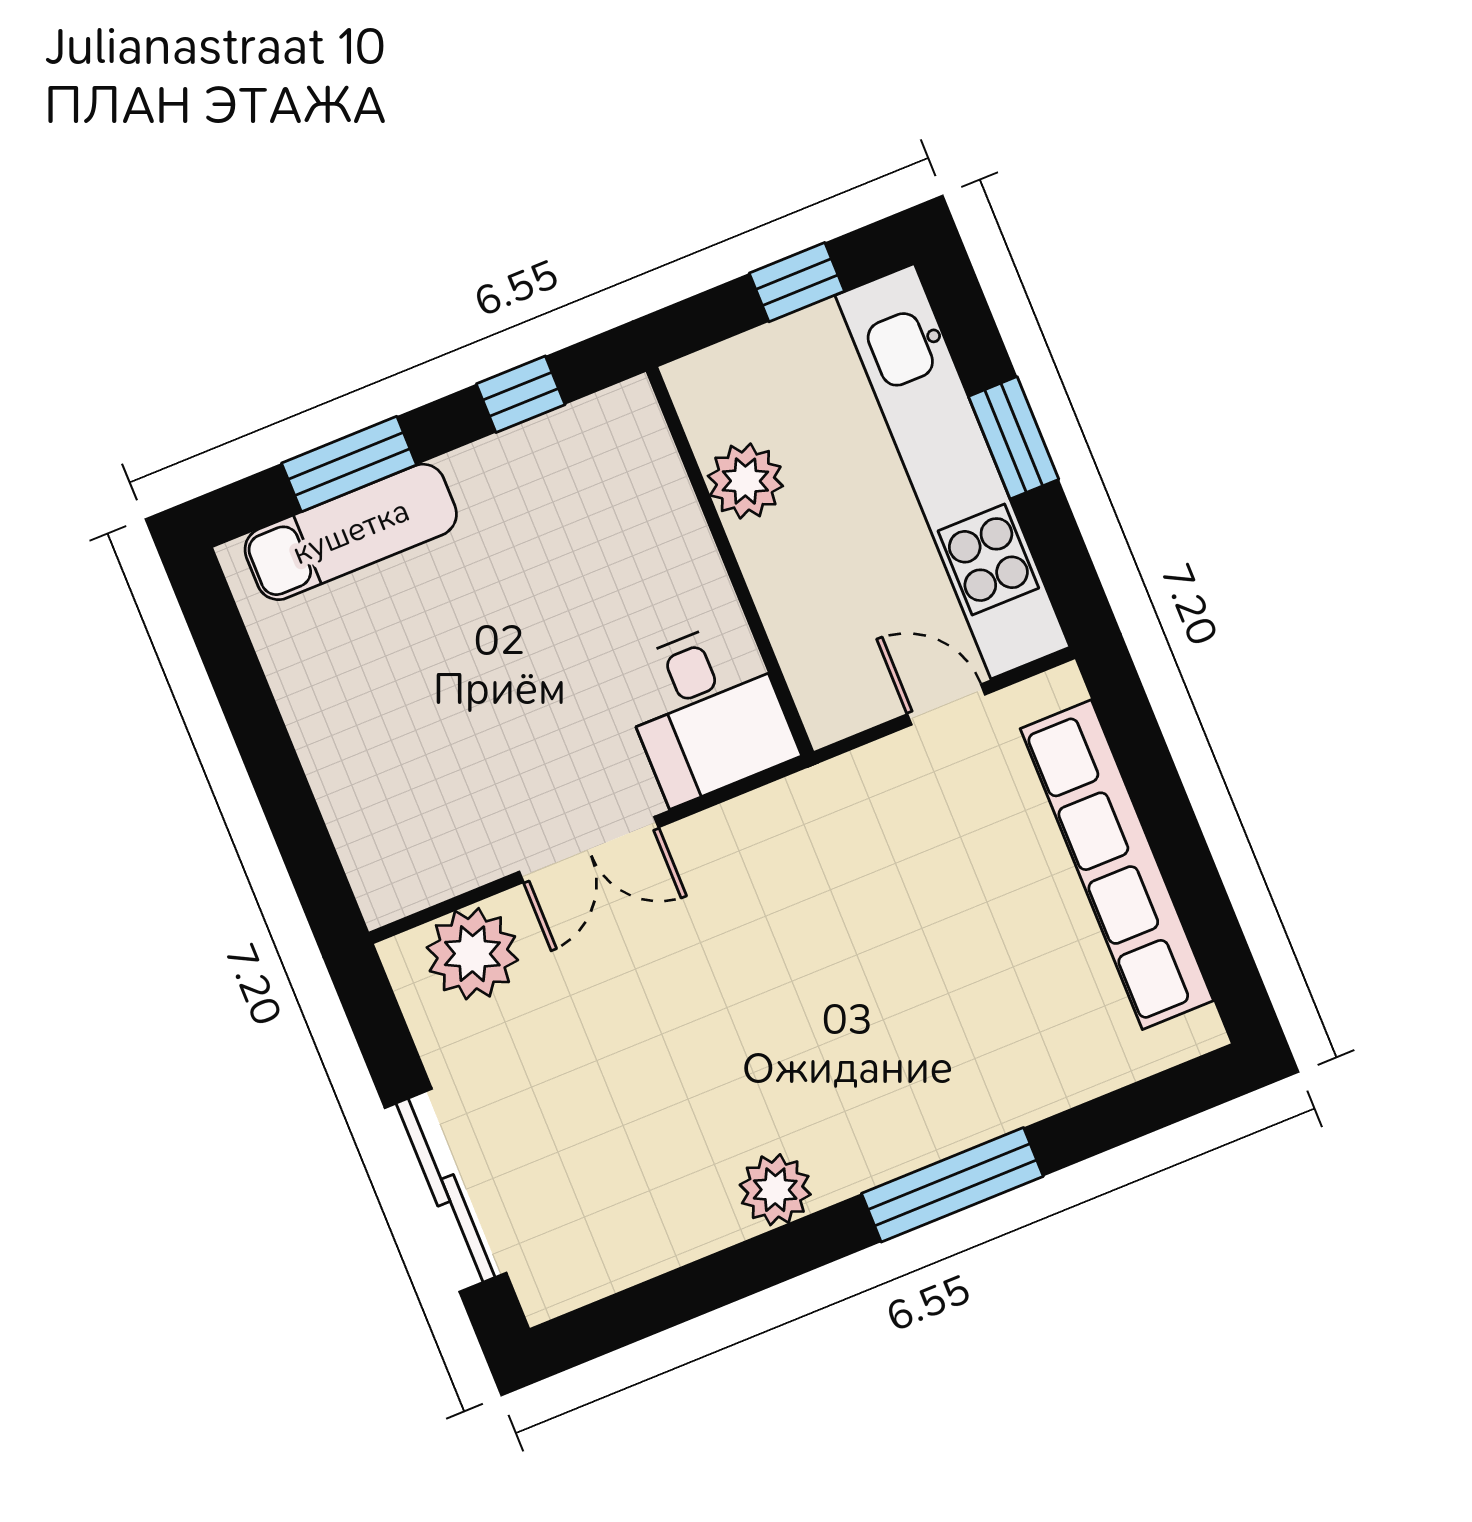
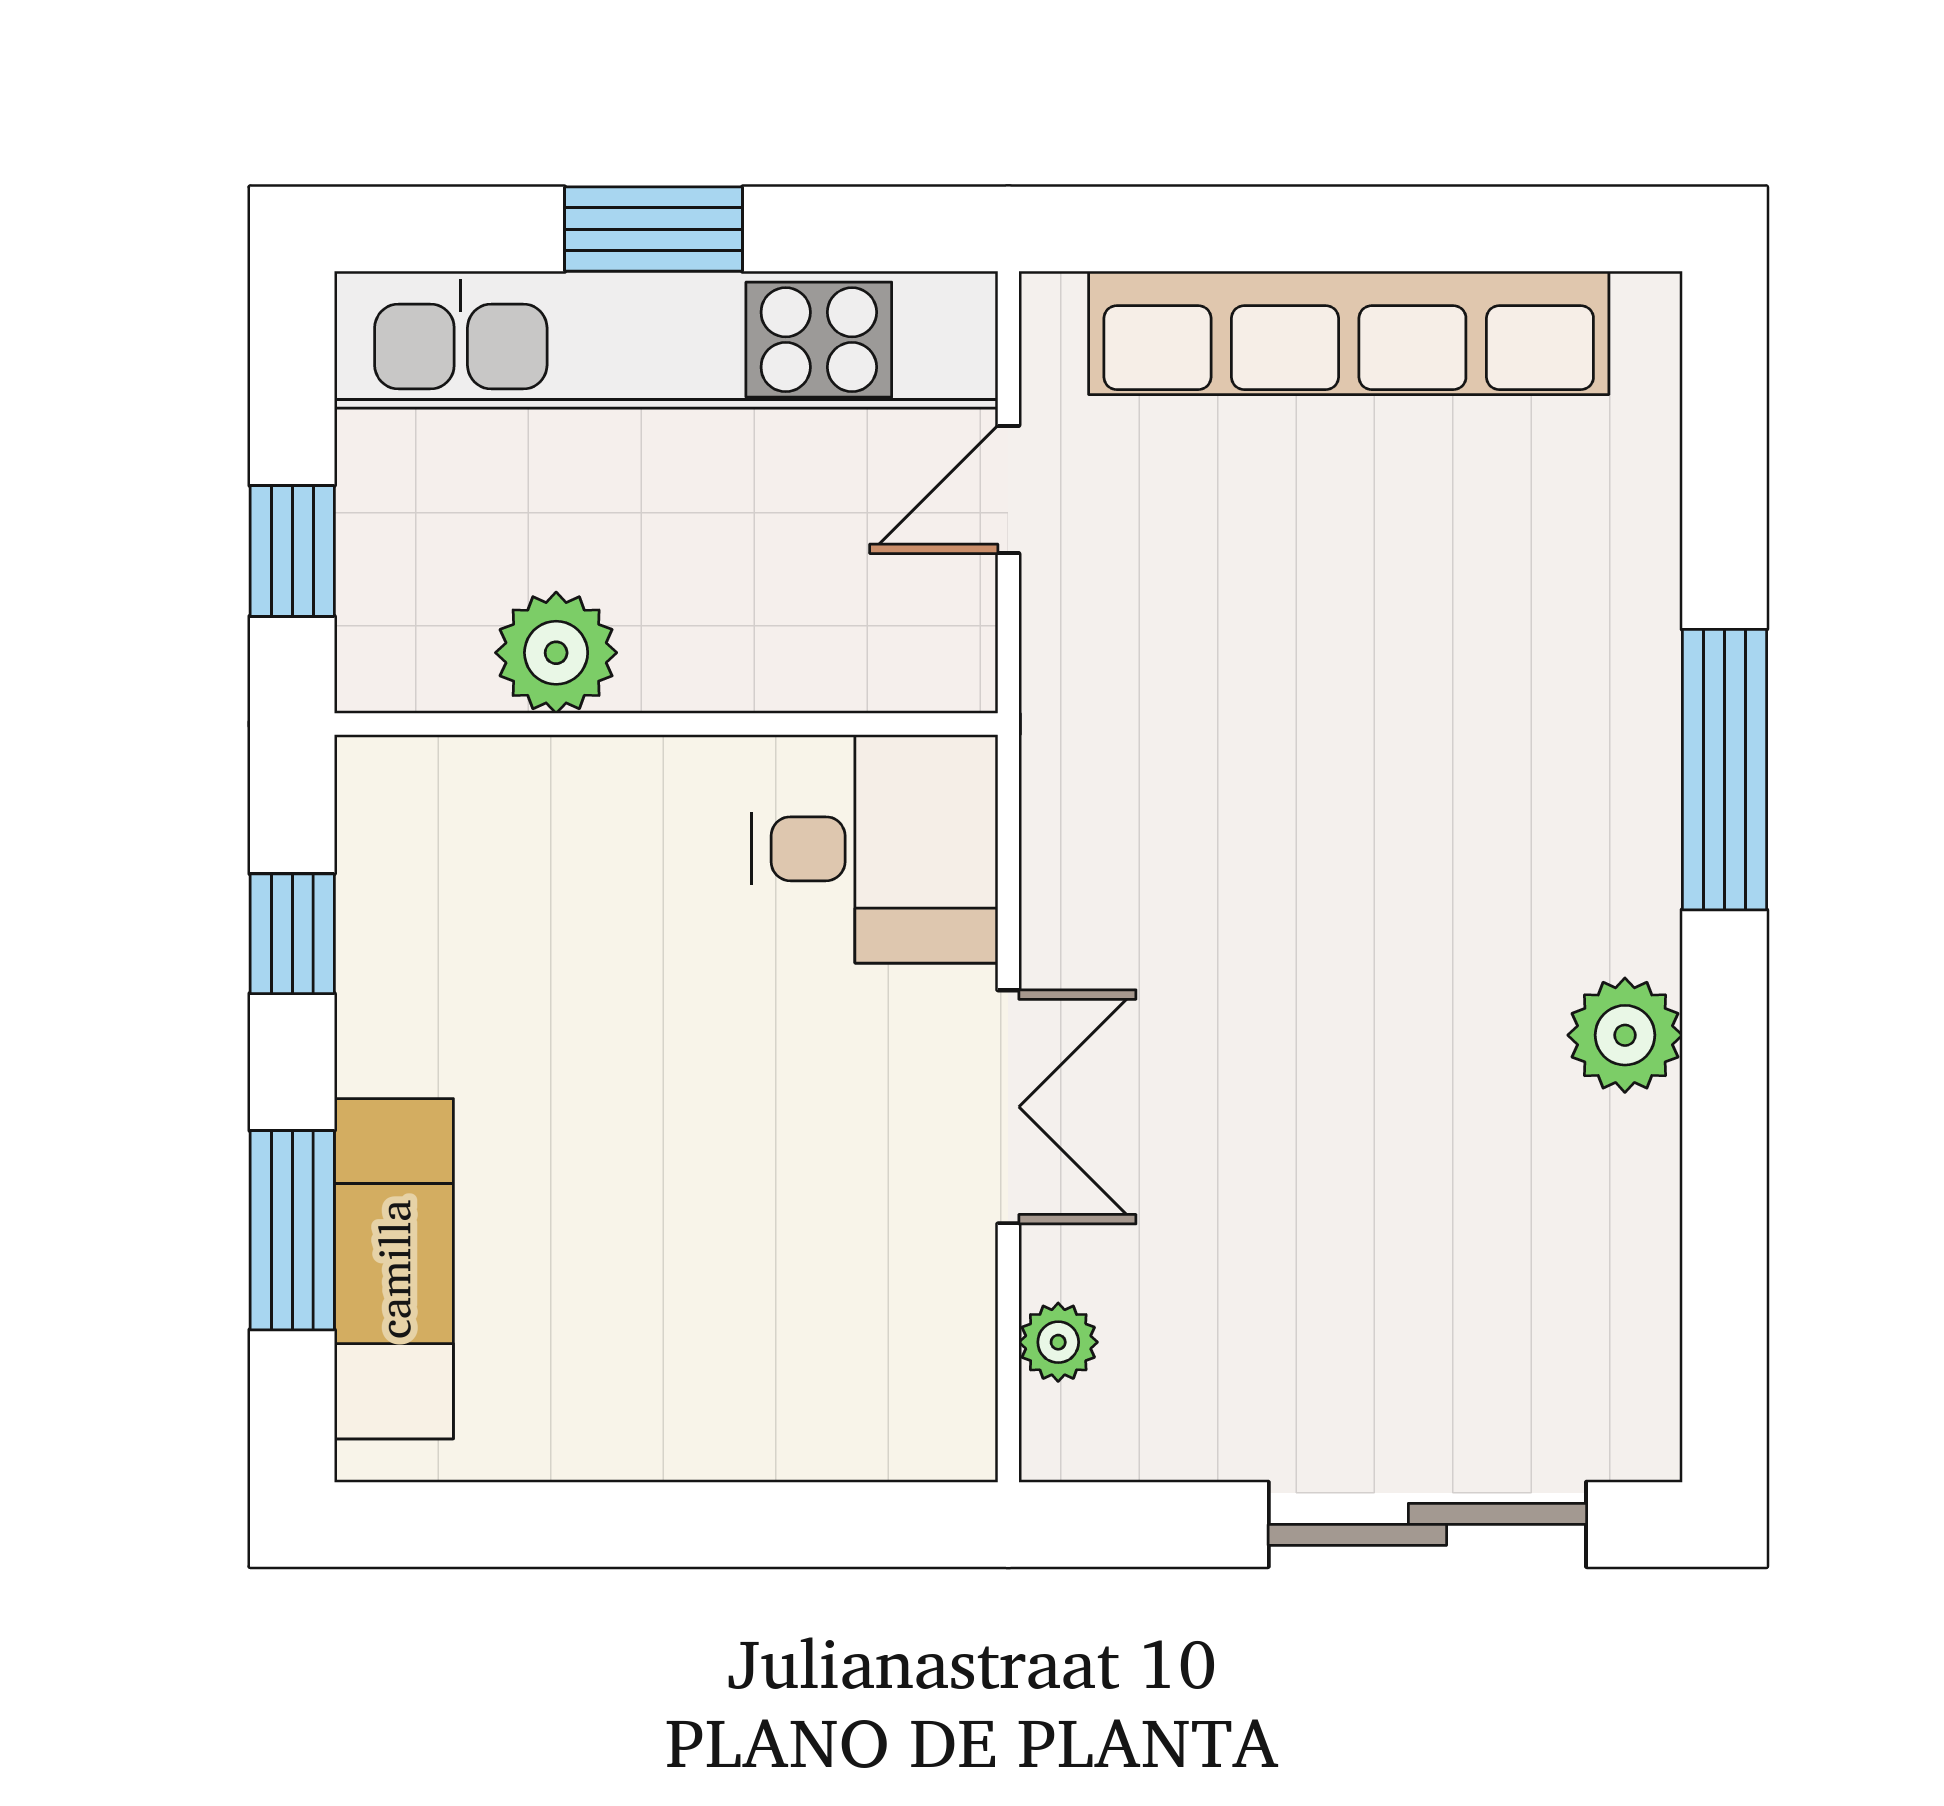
window: (797, 282) -> (292, 551), moved
plant: (472, 954) -> (1058, 1342), width x0.53, depth x0.53

